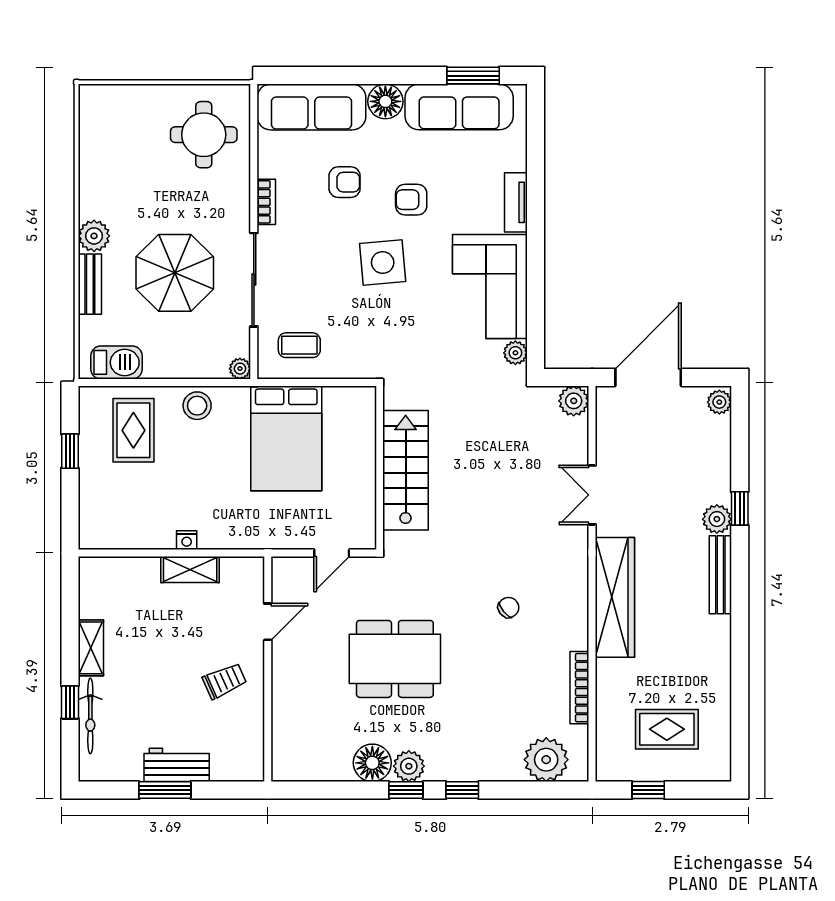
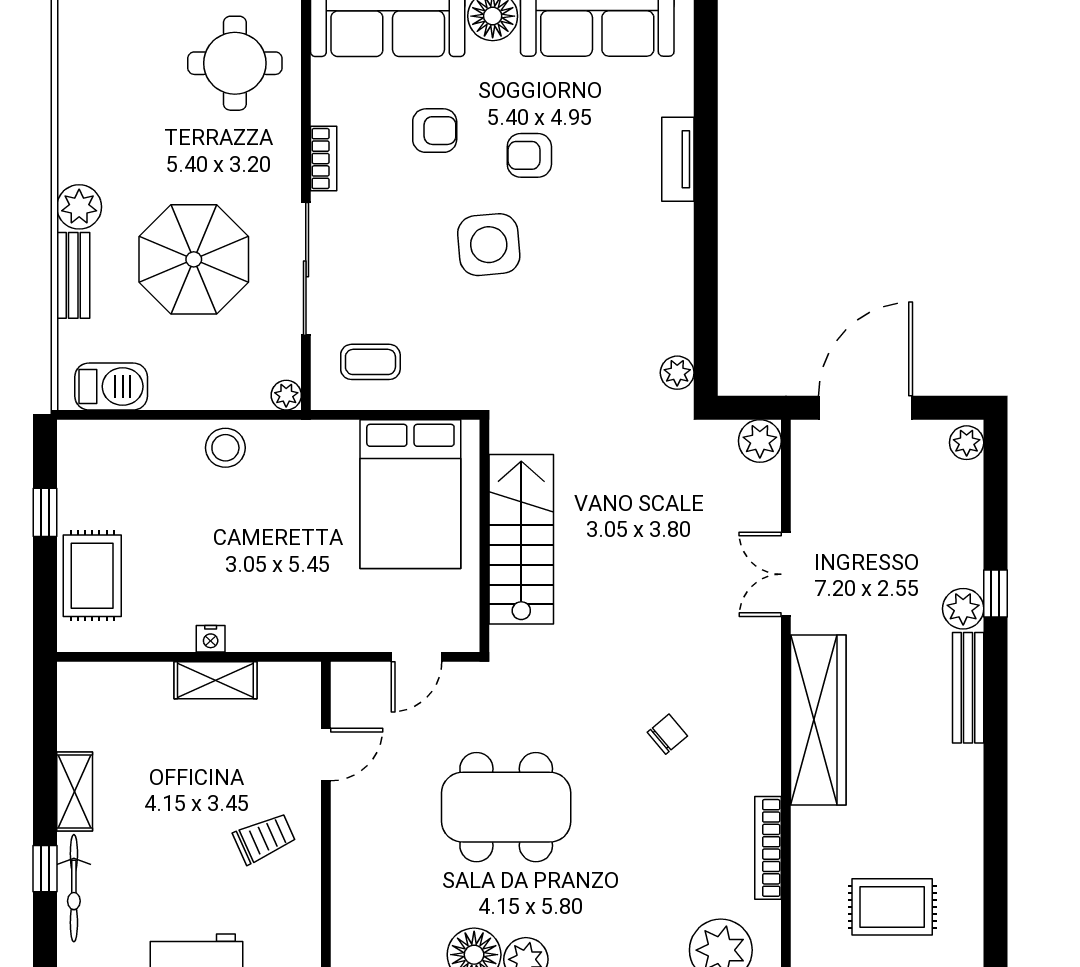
corner sofa: (490, 287) -> (641, 279), removed
rug: (133, 430) -> (92, 576), moved
bed: (286, 438) -> (410, 494), moved

